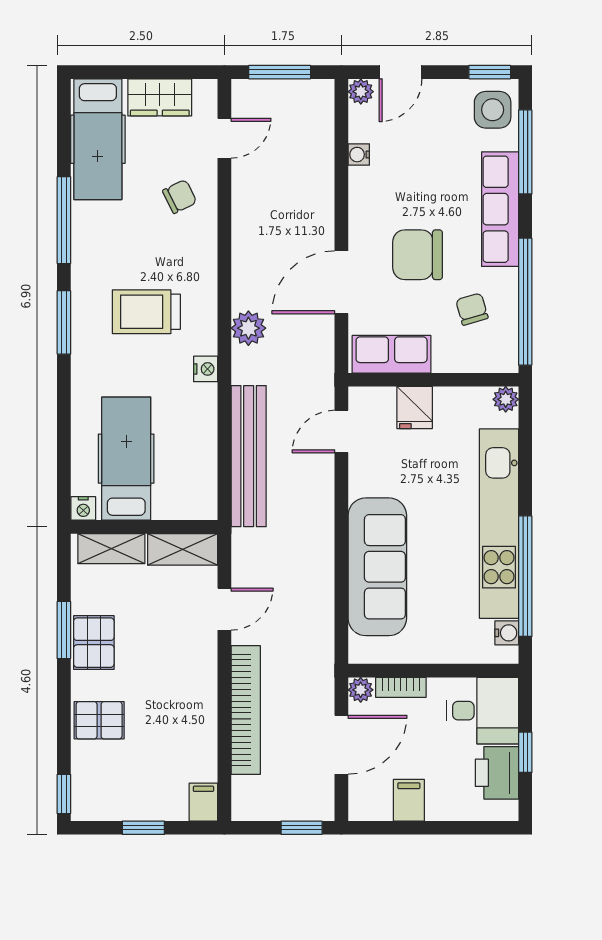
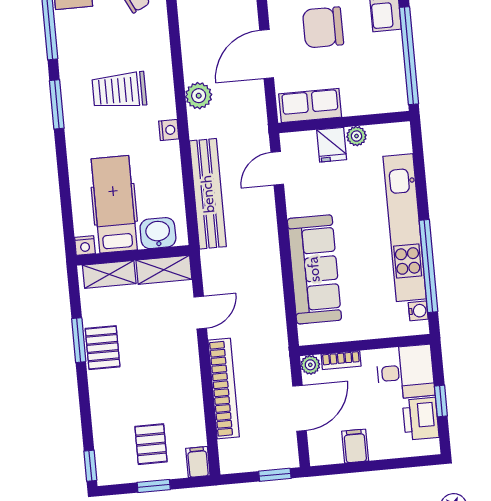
chair: (472, 309) -> (369, 65), removed
plant: (506, 399) -> (356, 136), moved
washbasin: (179, 501) -> (158, 233), added
pallet: (99, 720) -> (151, 444), moved, turned 90

